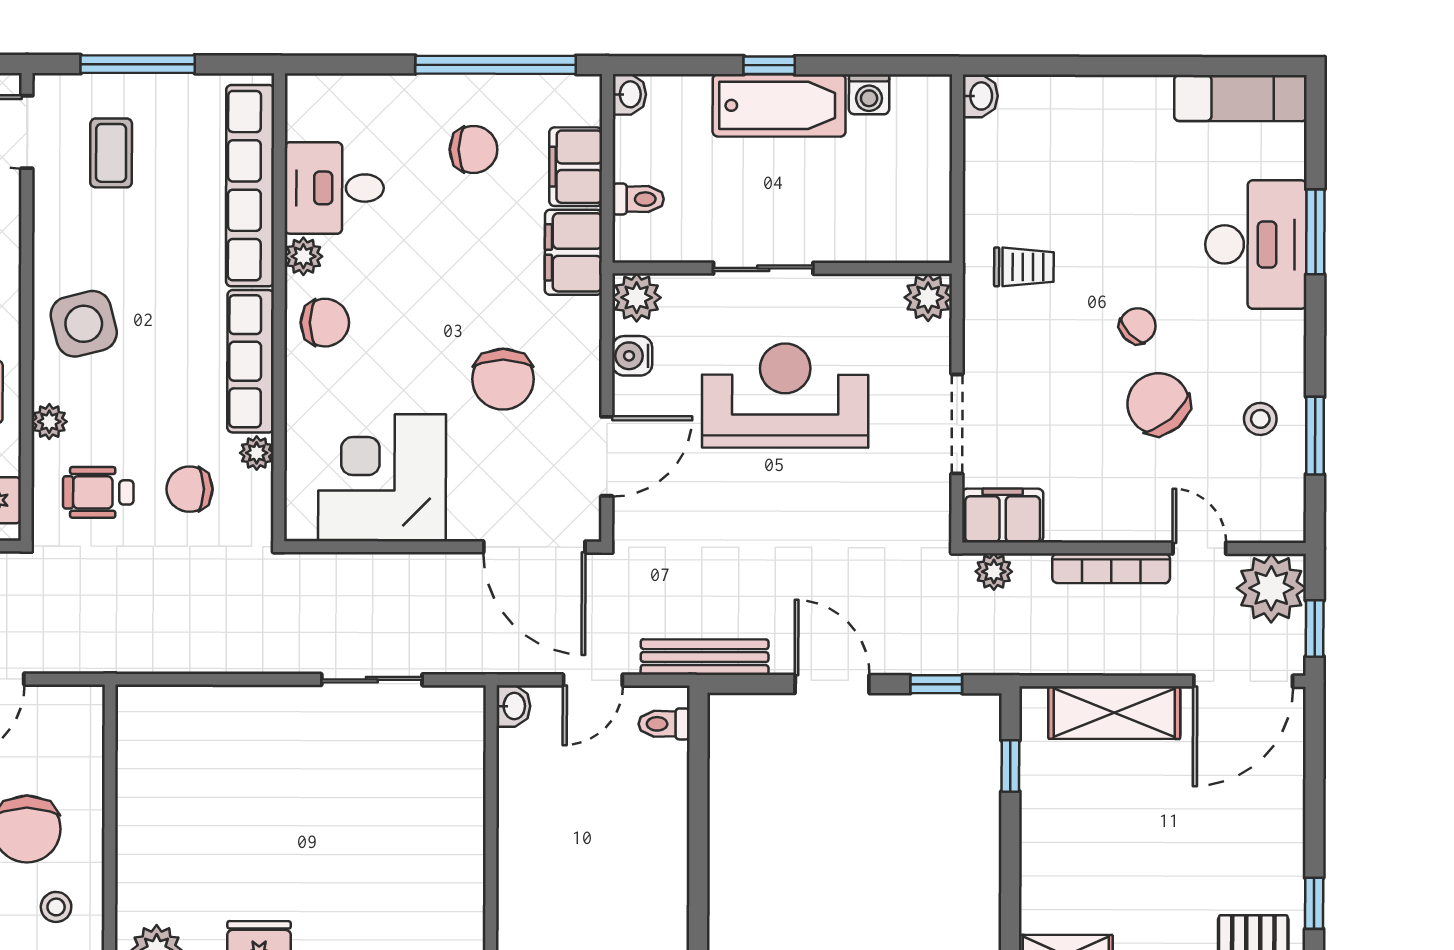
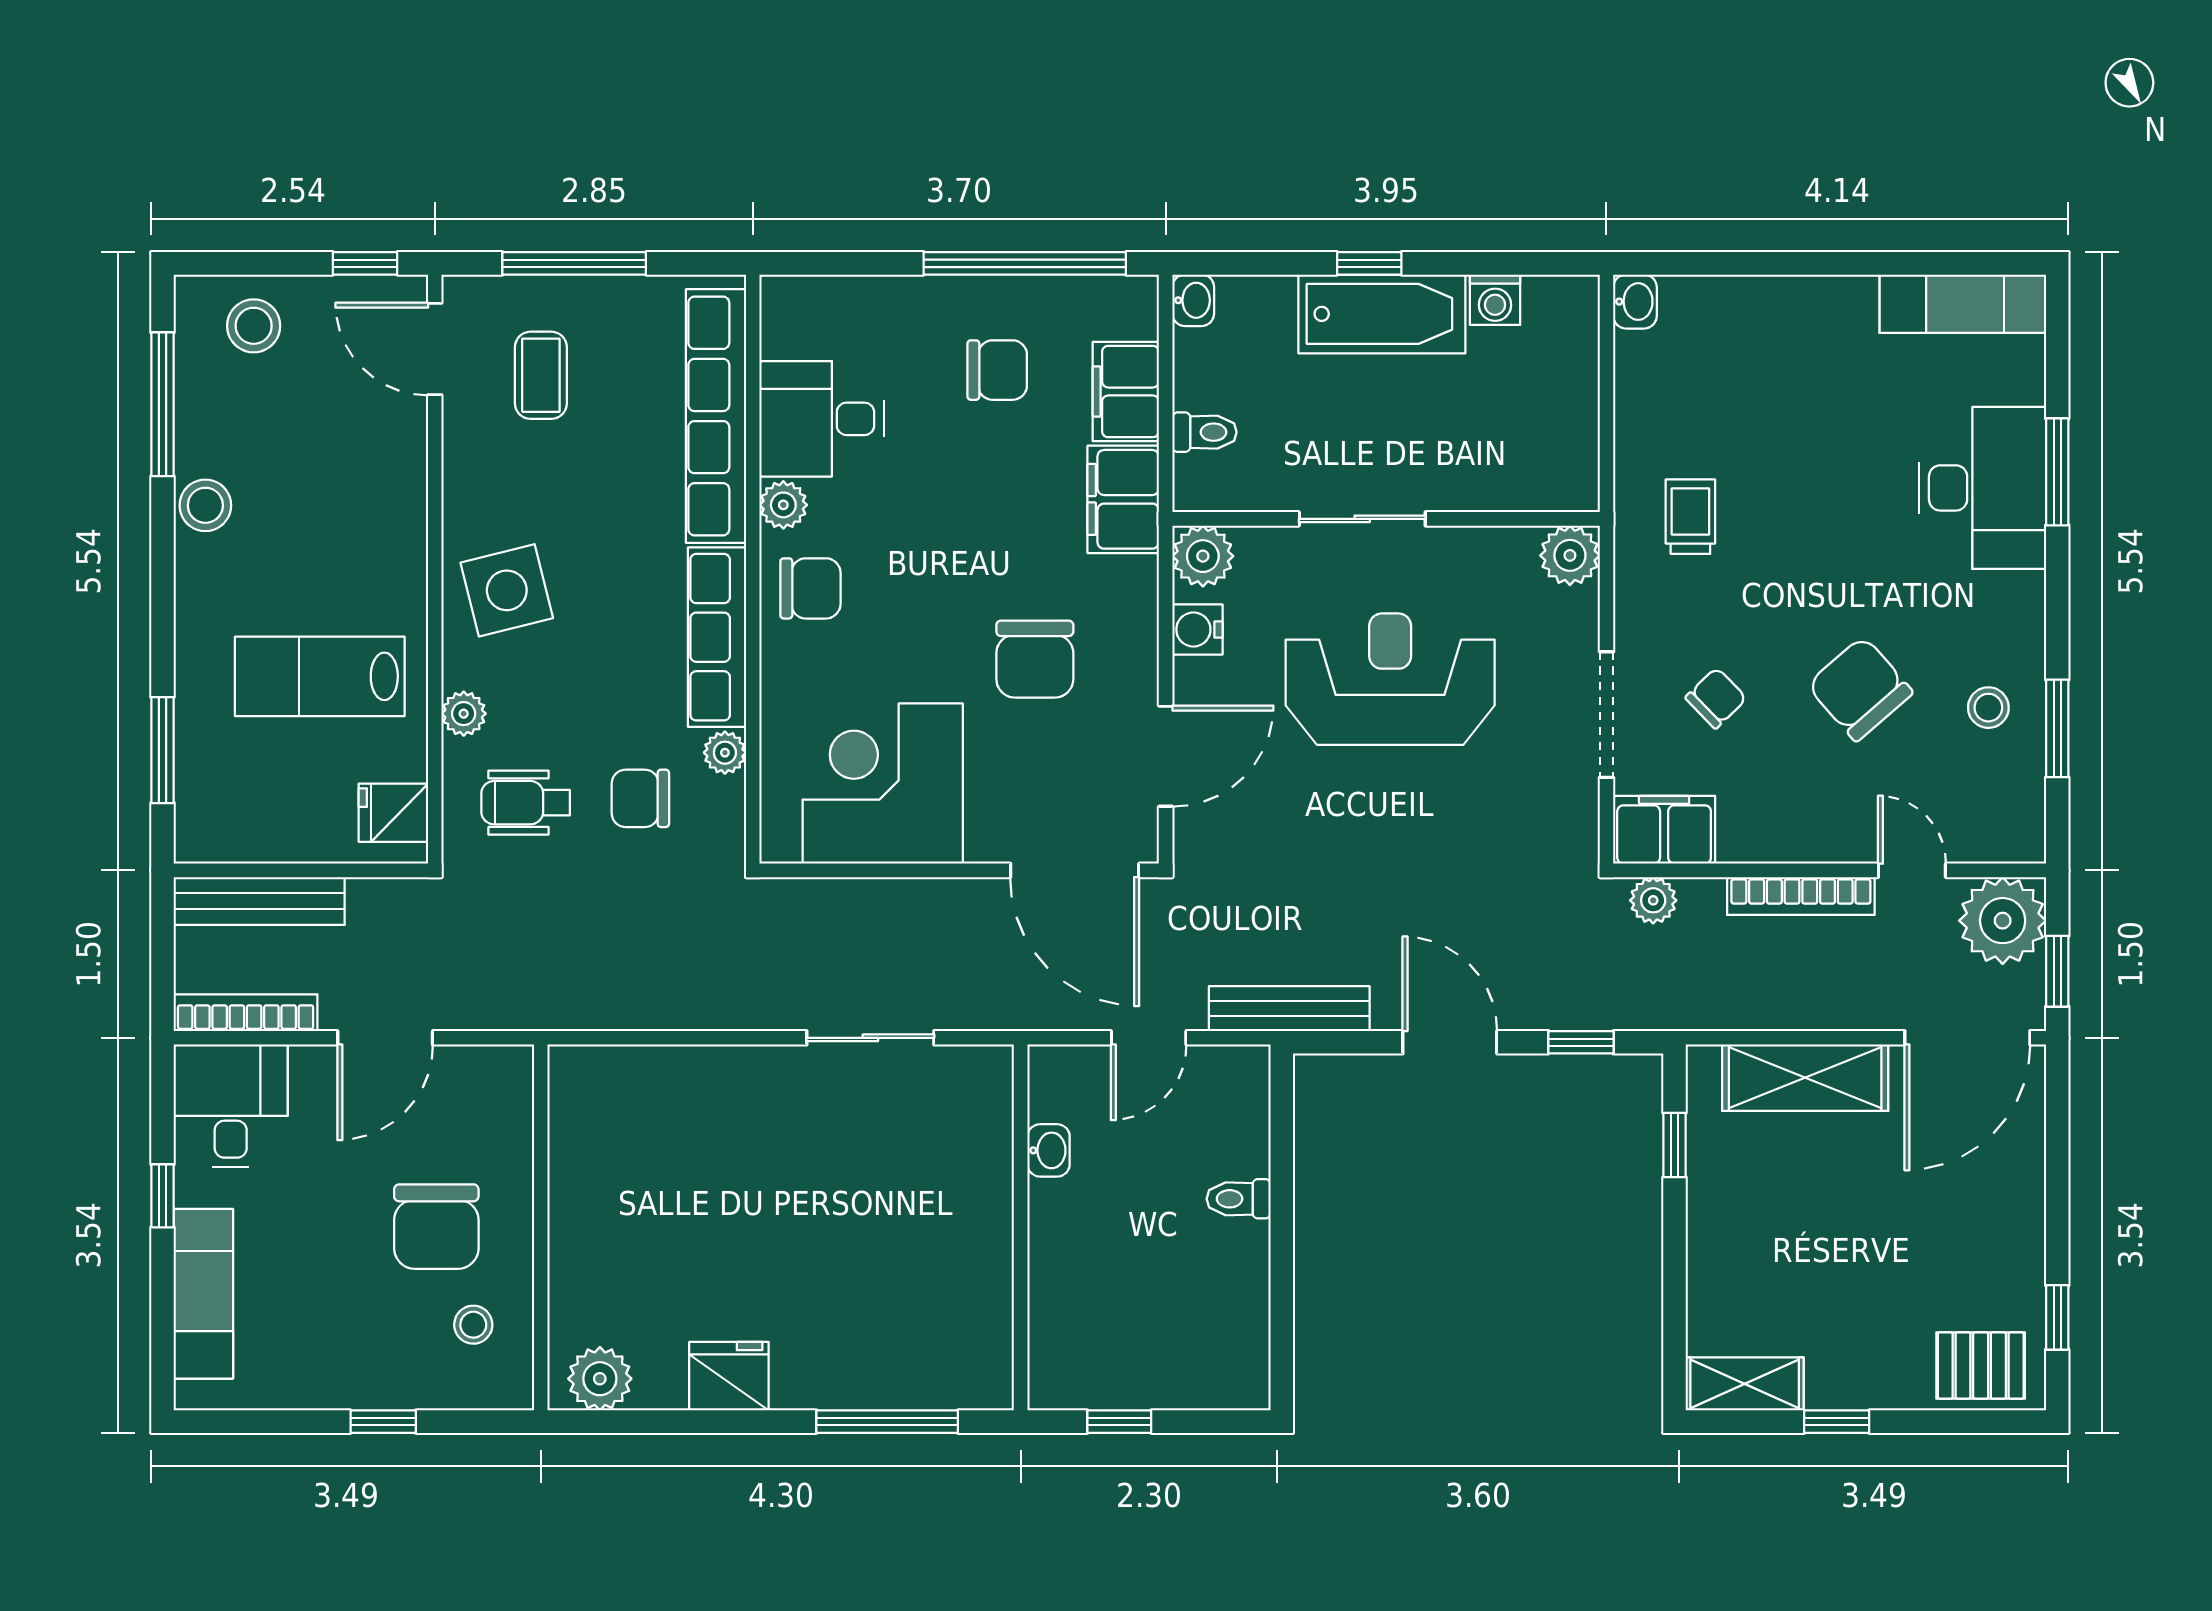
trolley: (1024, 267) -> (1690, 517), turned -90
chair: (1138, 326) -> (1716, 698), moved
washbasin: (513, 706) -> (1049, 1150), moved
toilet: (664, 724) -> (1239, 1199), moved

